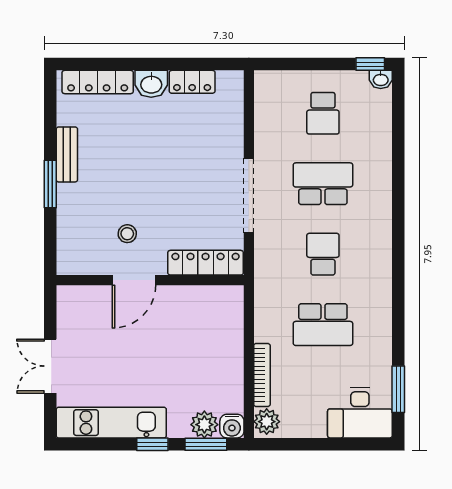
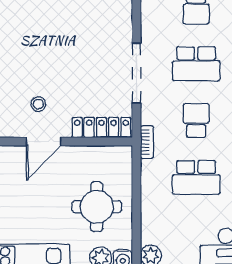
school desk: (323, 184) -> (196, 64), turned 180
round table: (200, 361) -> (97, 207), added
bookcase: (262, 375) -> (147, 142), moved, width x0.64

